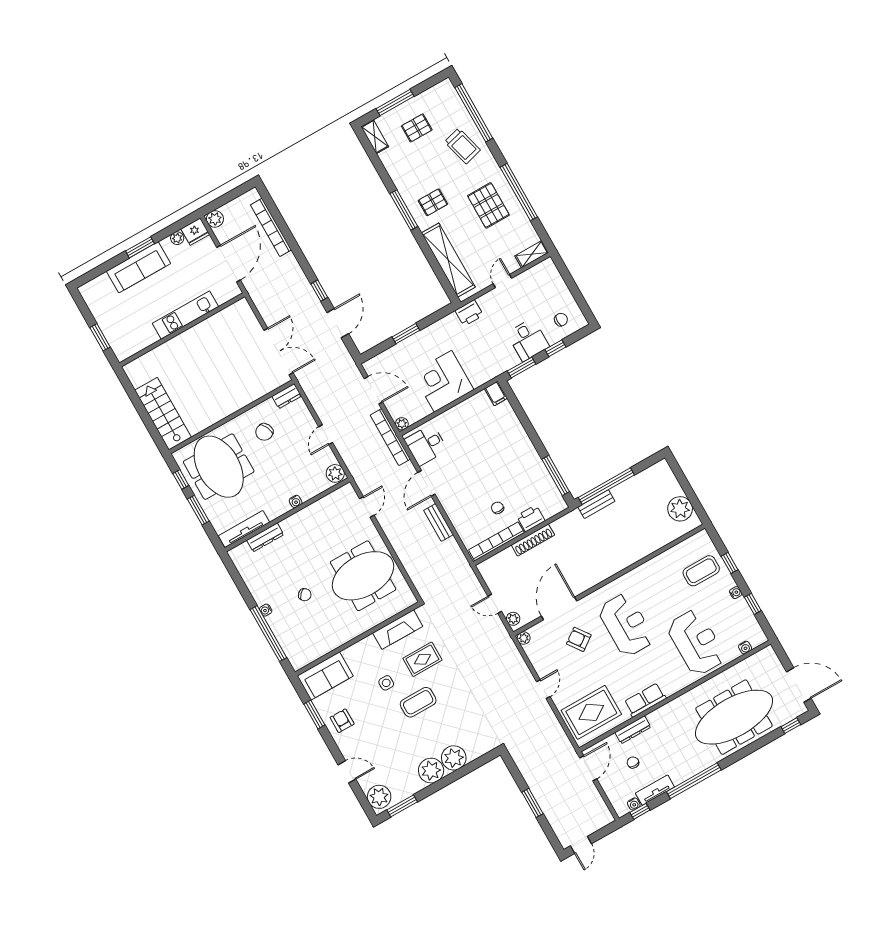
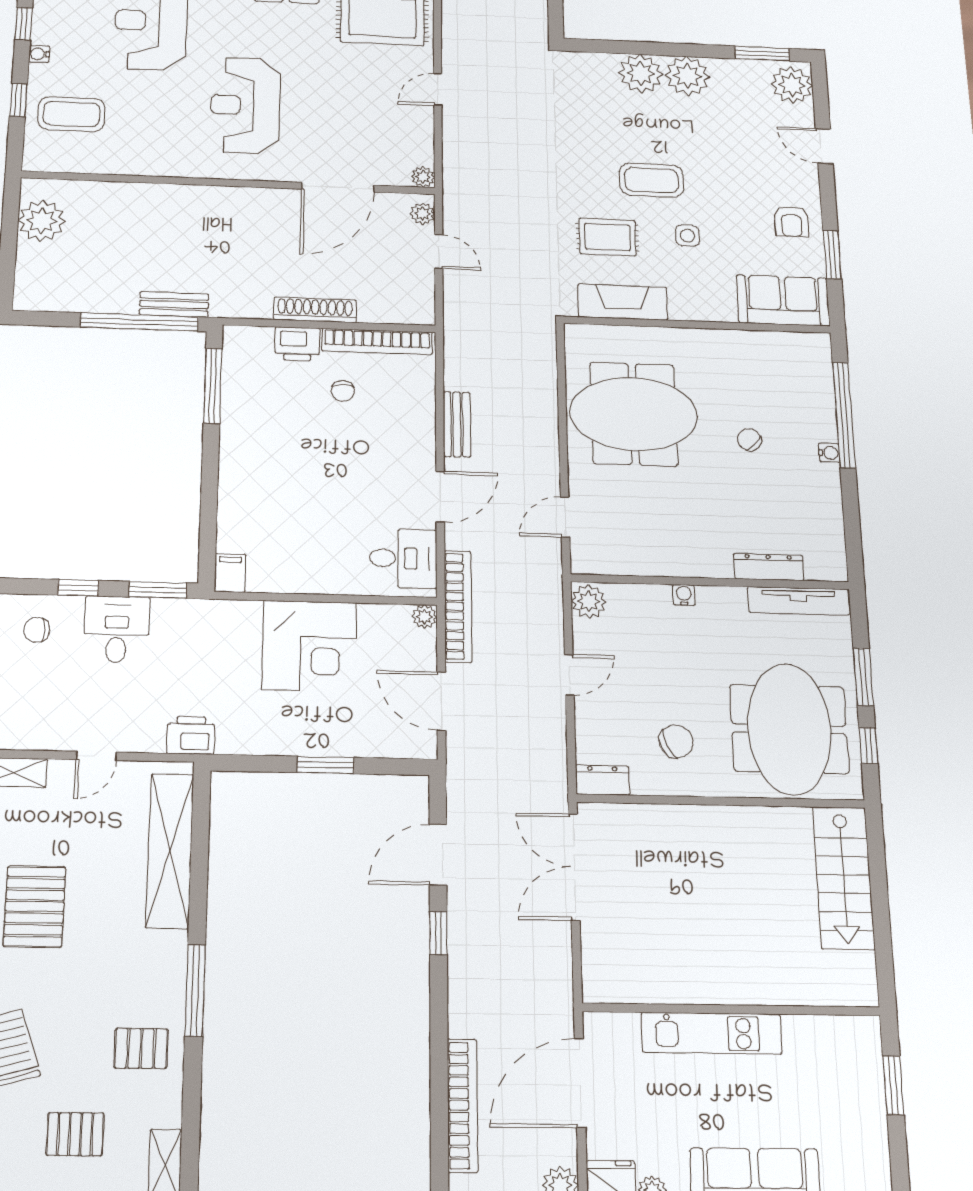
pallet: (433, 202) -> (141, 1048), moved
armchair: (579, 639) -> (335, 127), removed

